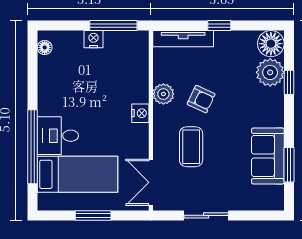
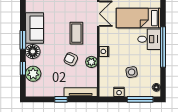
window: (113, 26) -> (140, 99), moved
nightstand: (94, 39) -> (119, 92), moved
floor lamp: (271, 44) -> (33, 52), moved
side table: (90, 75) -> (132, 72), added
window: (33, 147) -> (163, 47), moved
window: (289, 165) -> (23, 40), moved

